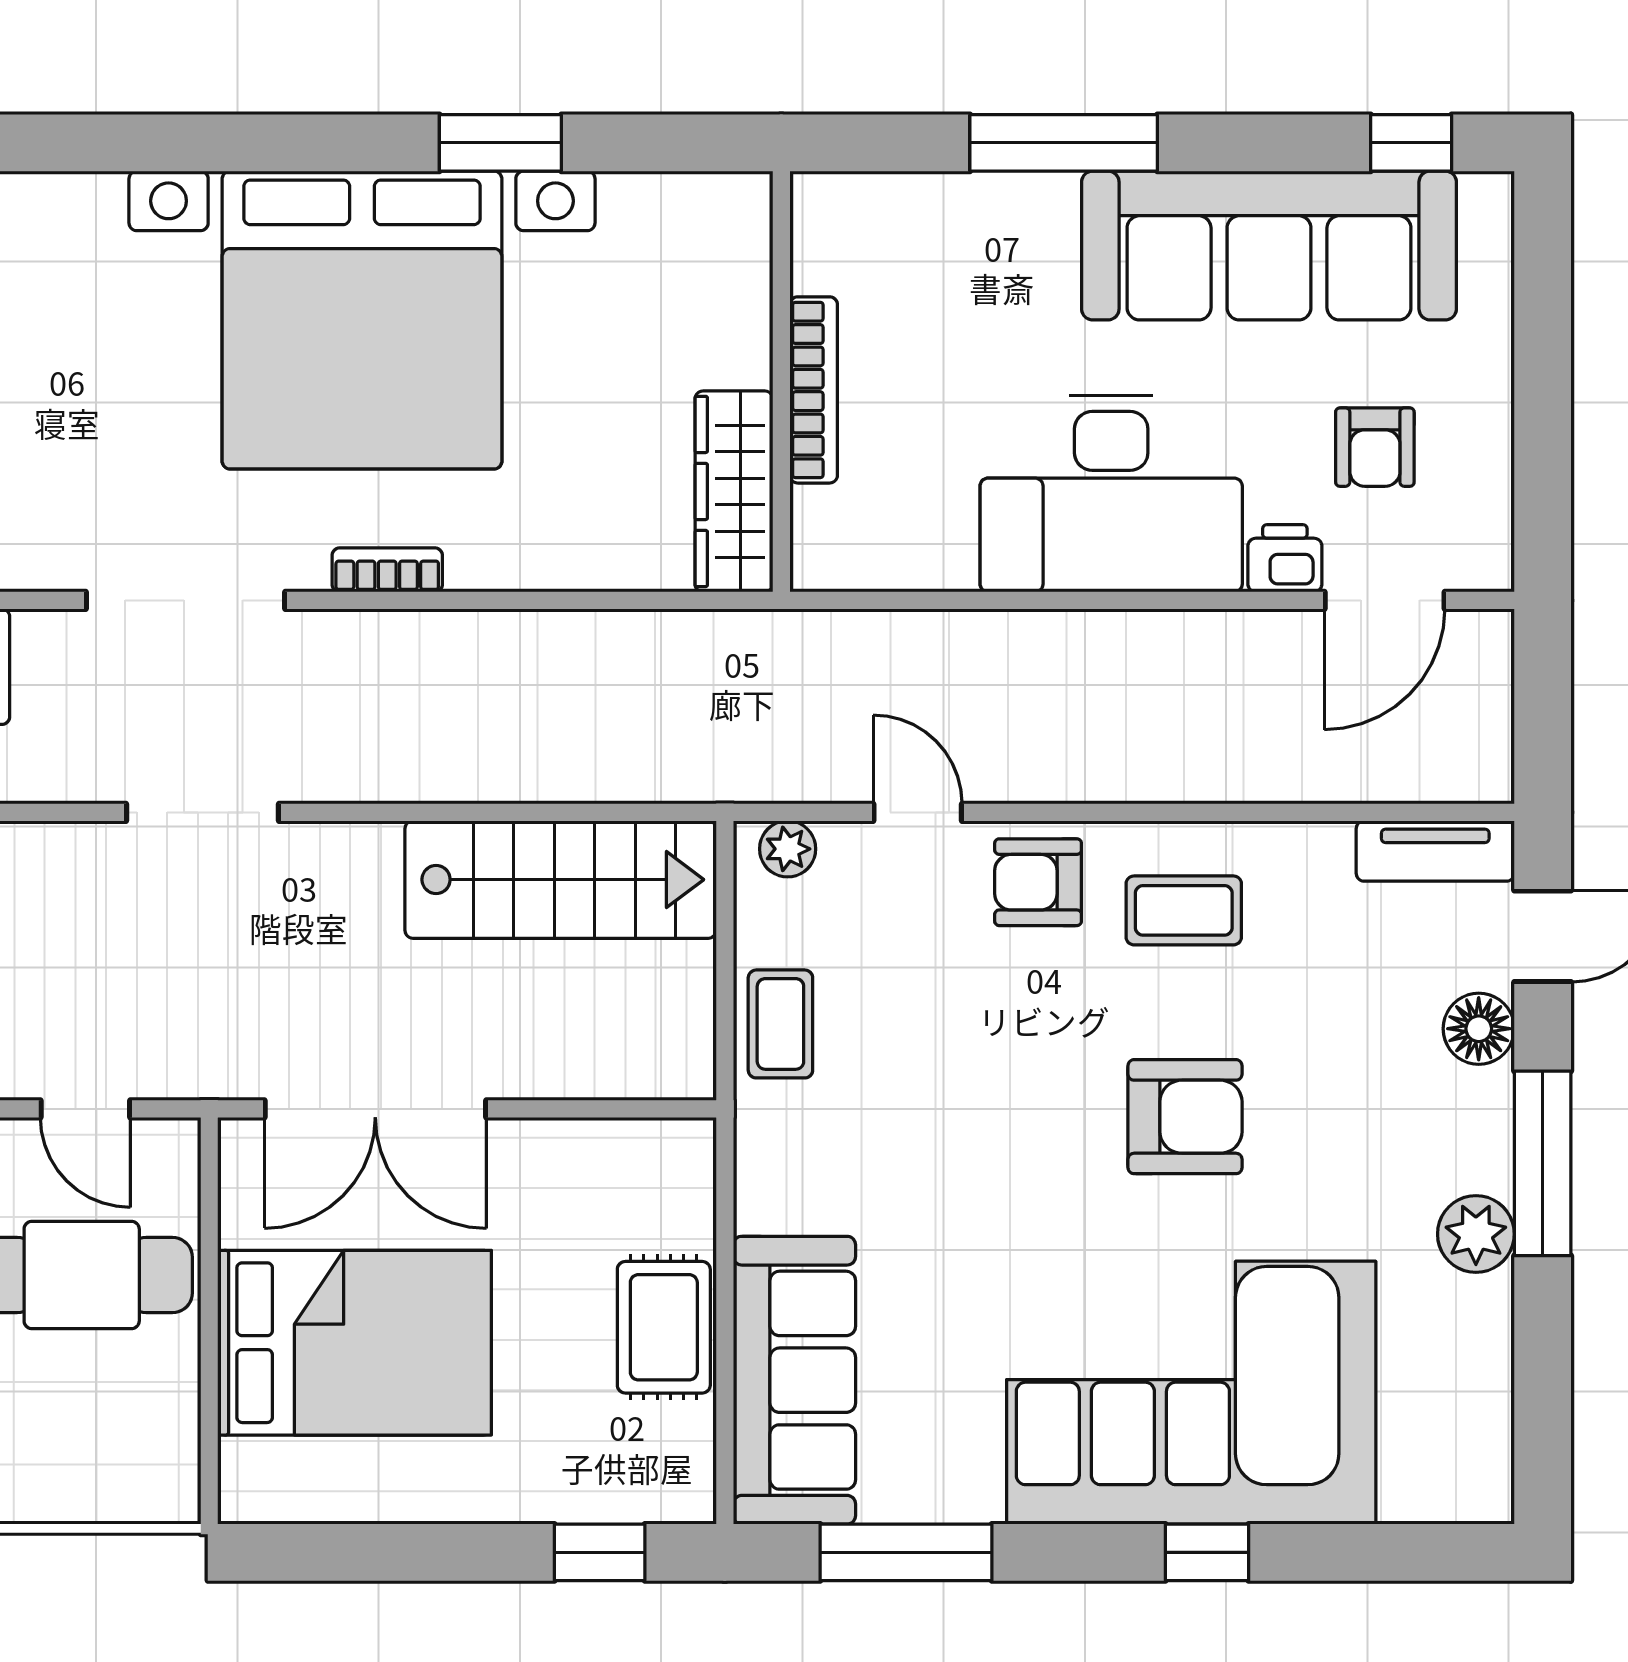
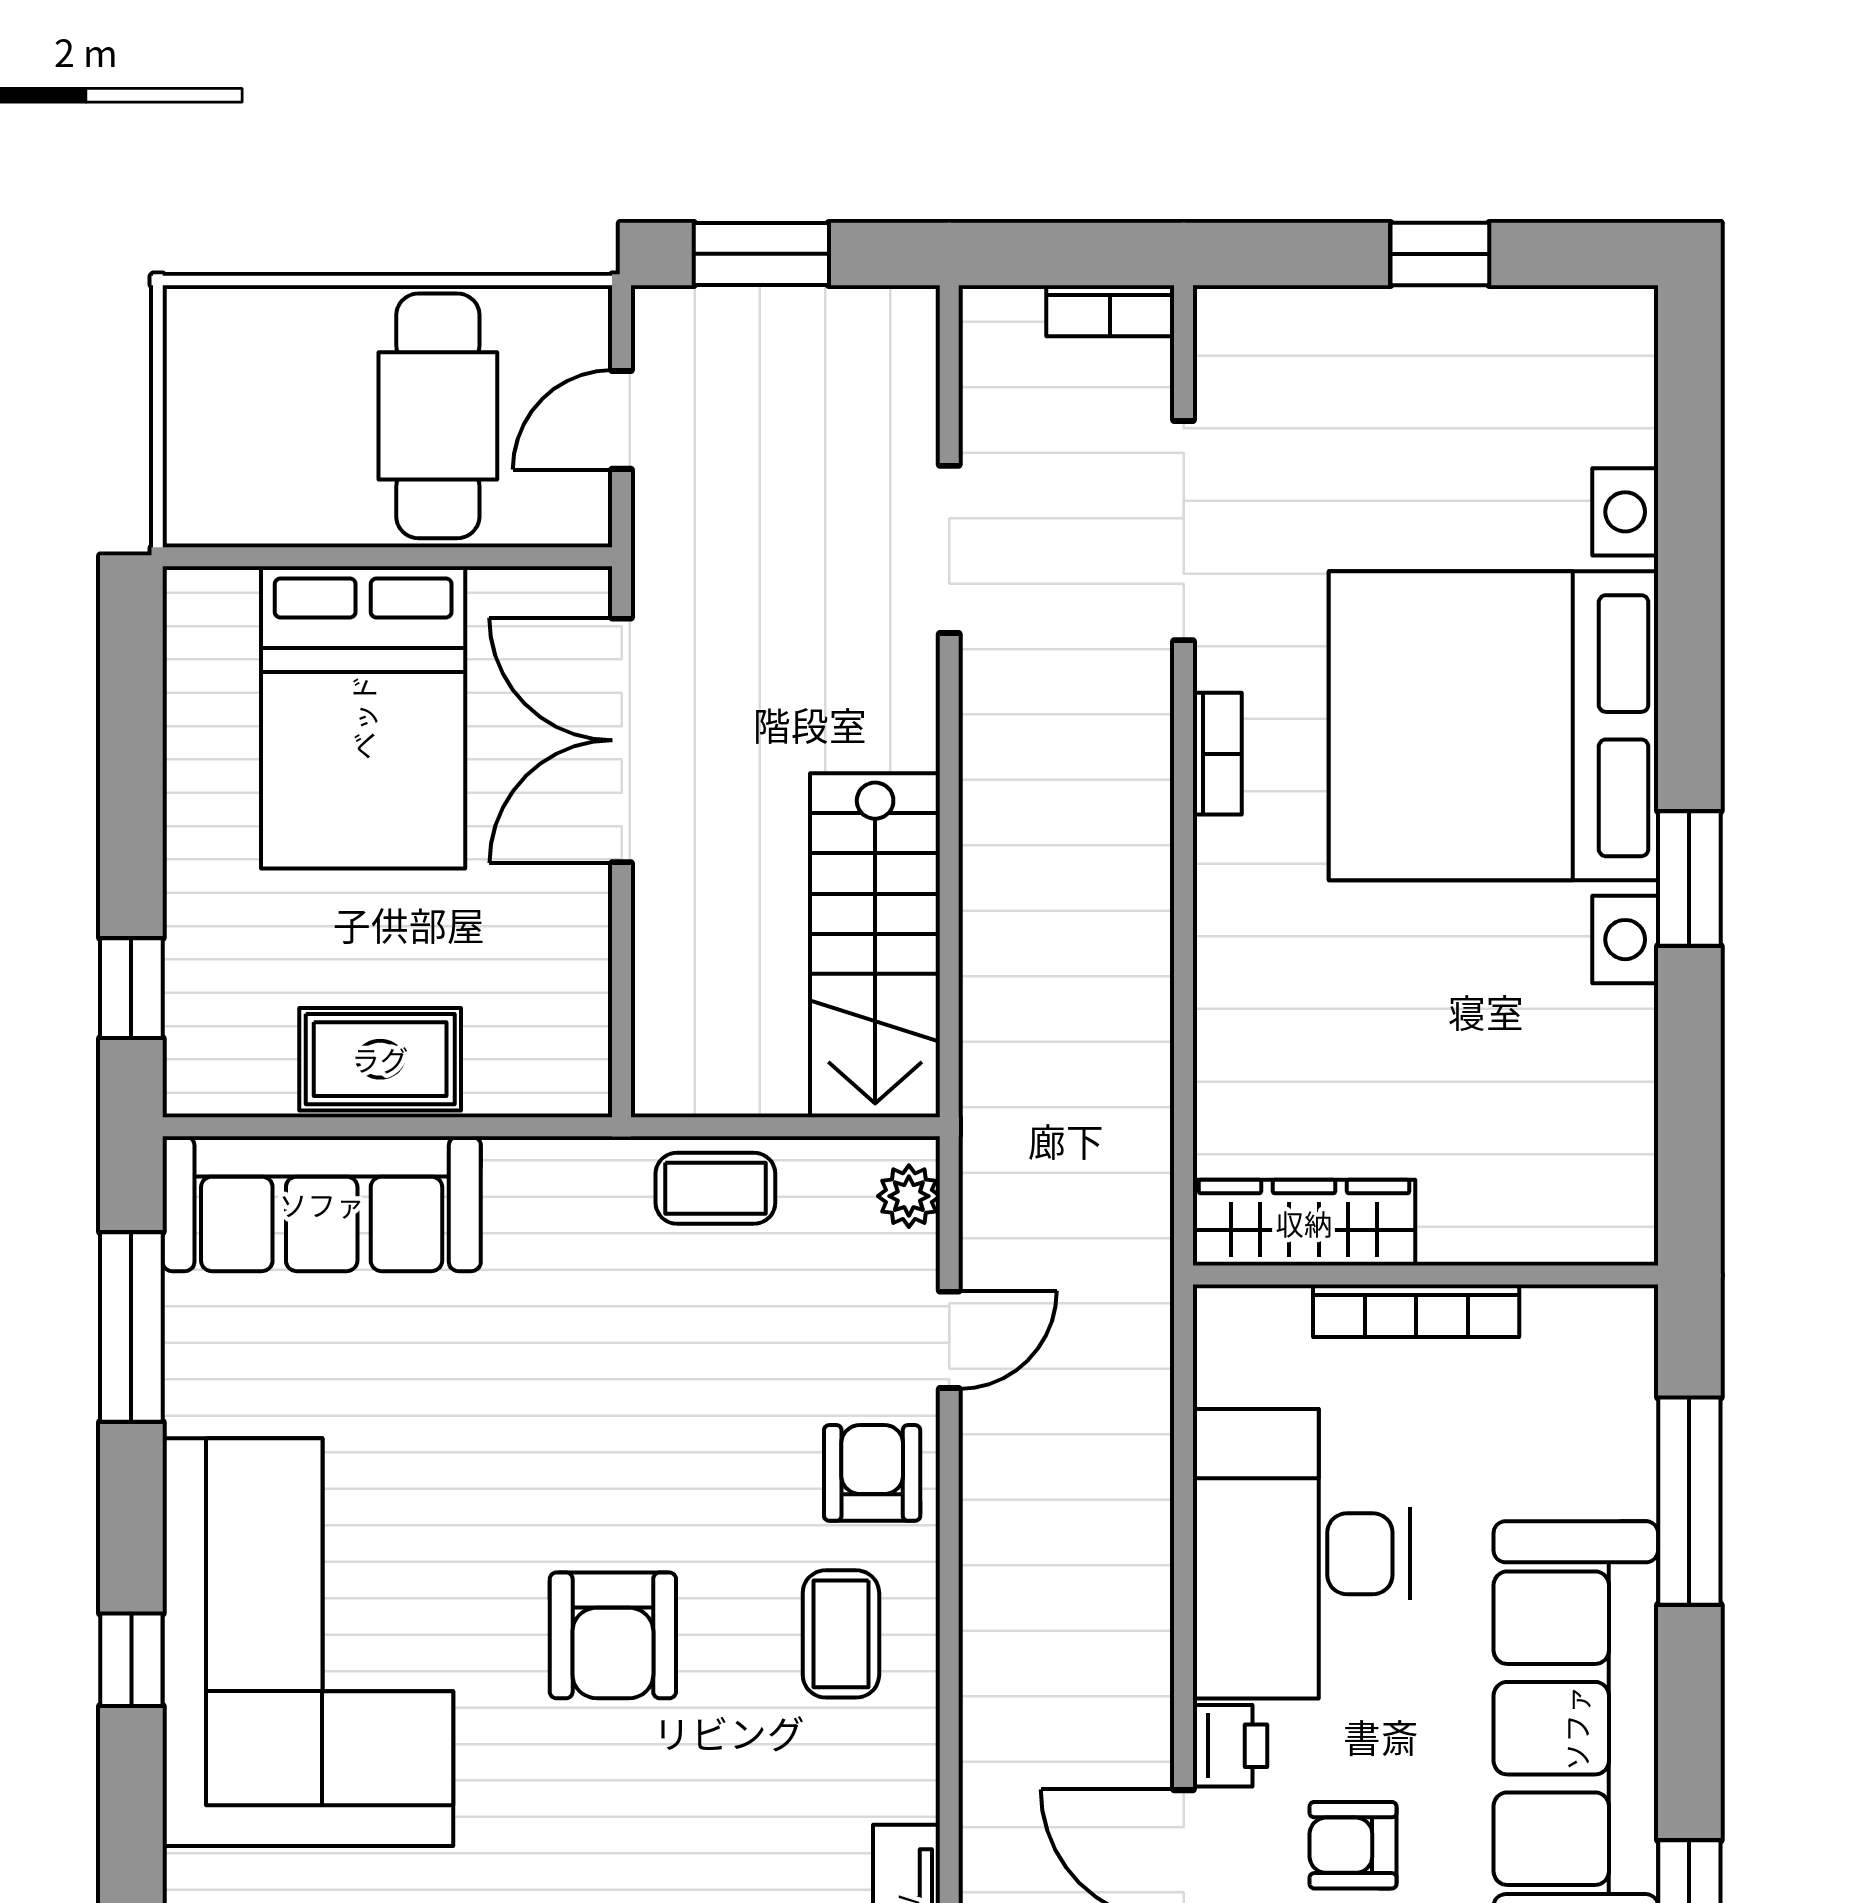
wall: (781, 382) -> (1425, 1275), moved
bookcase: (814, 390) -> (1416, 1311), moved
wardrobe: (734, 491) -> (1304, 1223), moved

